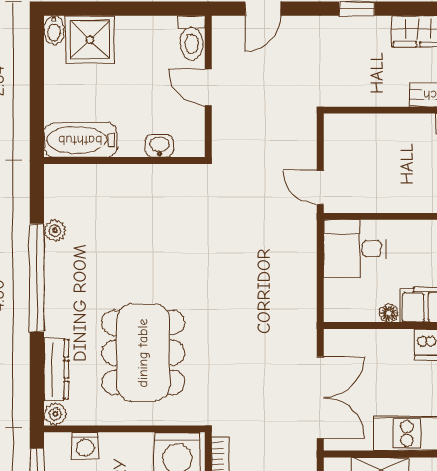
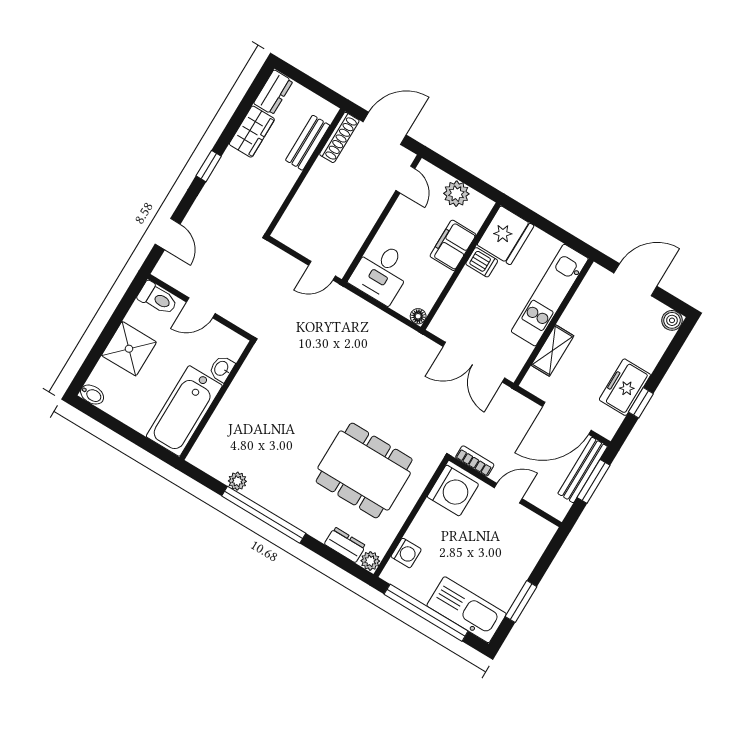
shower: (90, 40) -> (129, 349), moved
bathtub: (80, 140) -> (184, 411), width x1.36, depth x1.36
floor lamp: (389, 313) -> (418, 316), moved
dresser: (56, 369) -> (345, 545), width x0.70
double door: (320, 398) -> (474, 362), swing flipped

